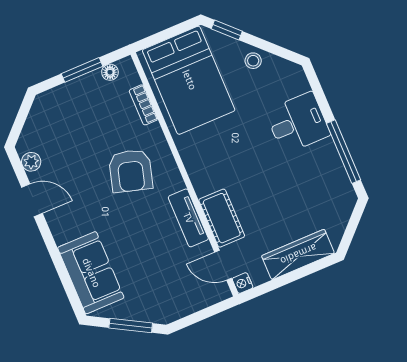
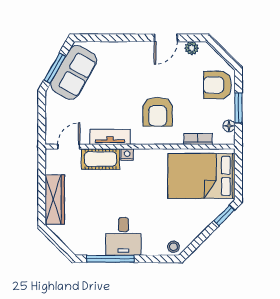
stool: (253, 61) -> (173, 247), moved
armchair: (64, 109) -> (217, 85), added
desk: (298, 123) -> (123, 236), moved
armchair: (131, 171) -> (158, 112), turned -106
sofa: (91, 273) -> (74, 72), moved, turned -60
nightstand: (243, 283) -> (127, 155), moved

